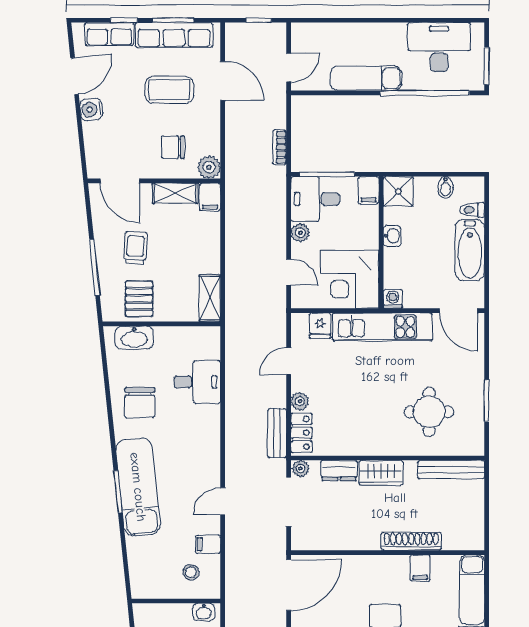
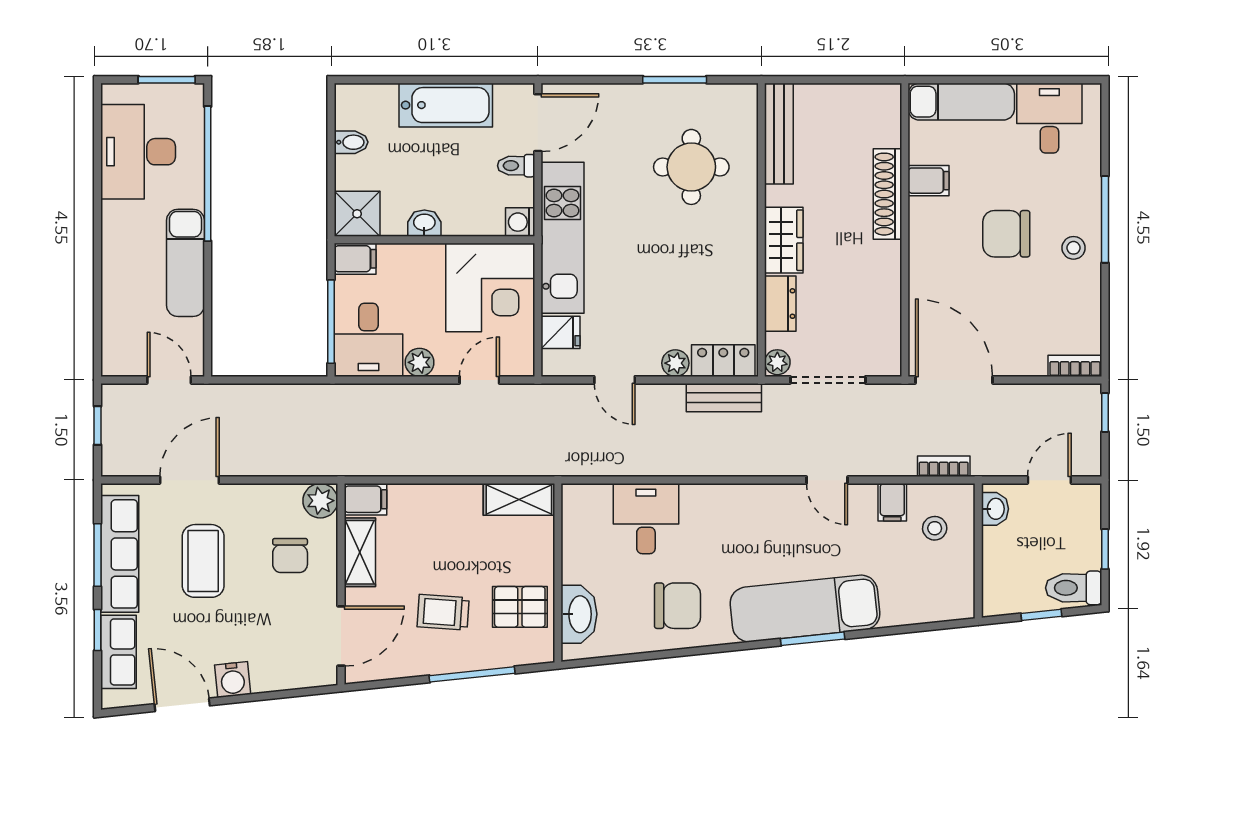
bookcase: (280, 147) -> (944, 466), moved, turned 180
toilet: (472, 210) -> (516, 166), moved, turned 90

